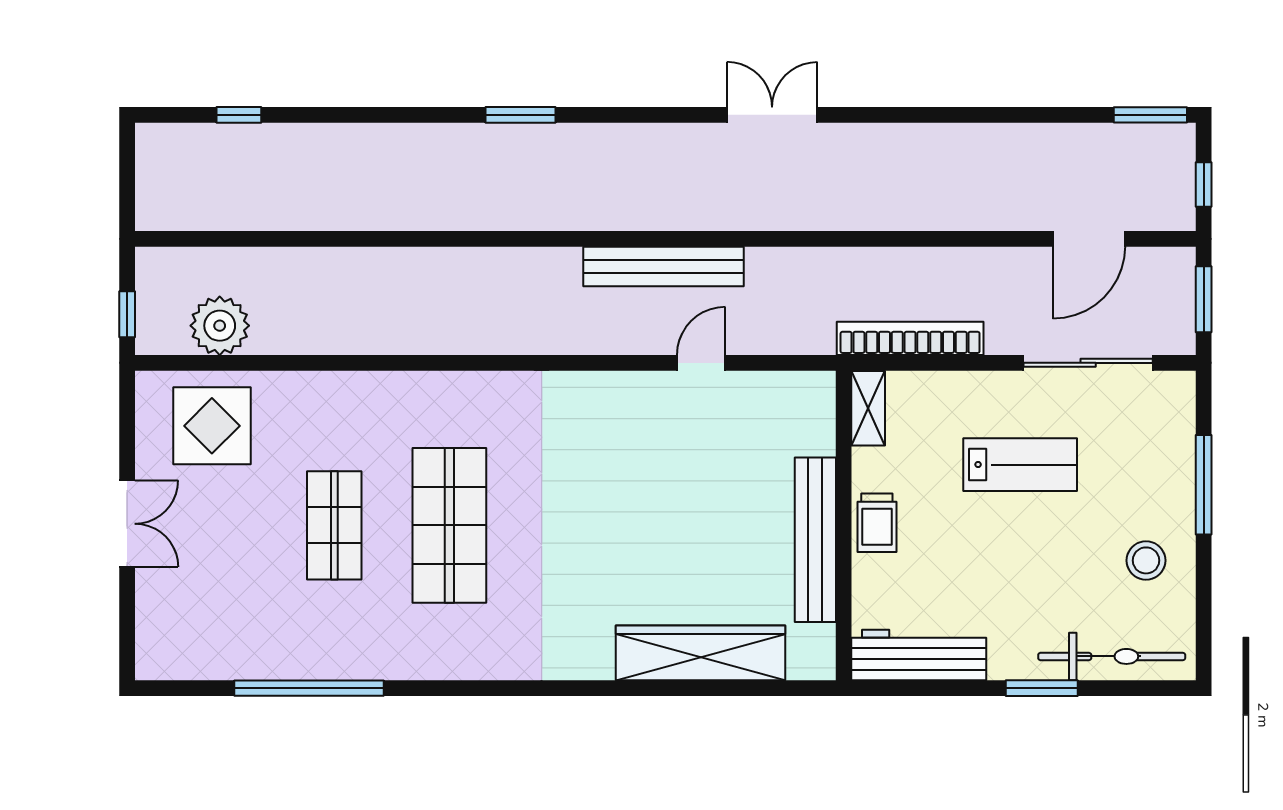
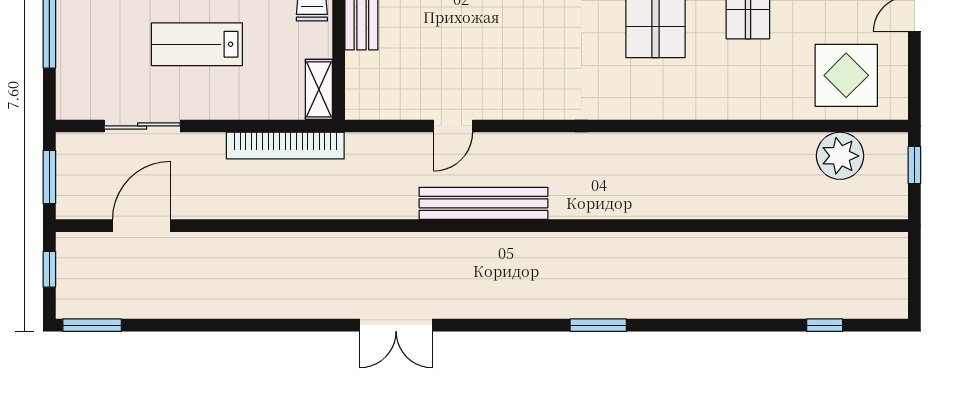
sliding door: (1088, 363) -> (142, 126), width x0.73

